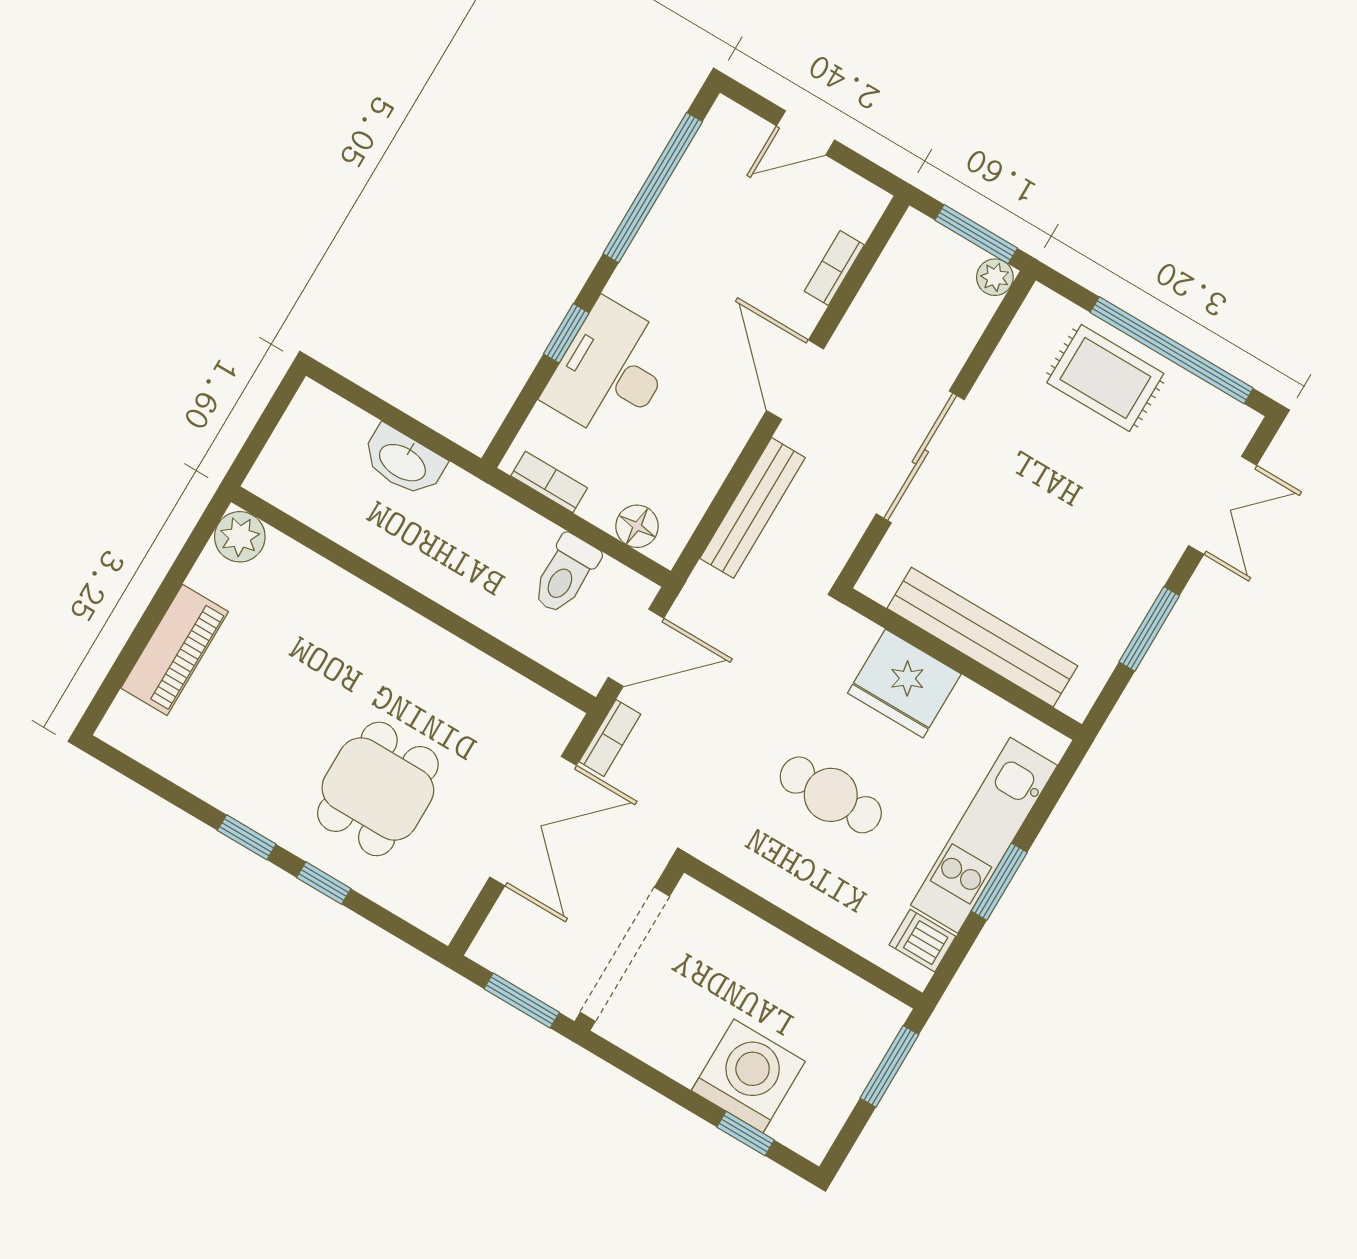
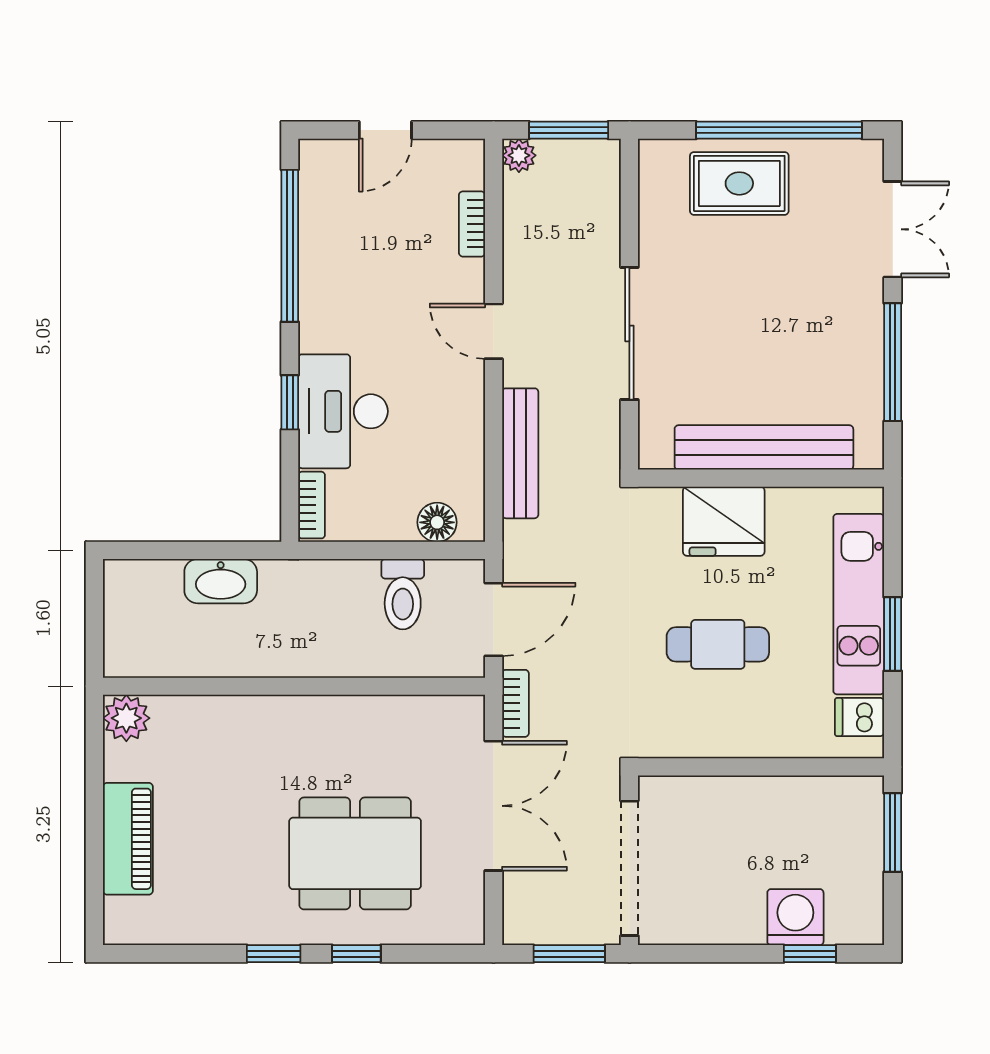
plant: (995, 277) -> (519, 155), moved
door: (795, 380) -> (494, 331), width x0.73
bookcase: (549, 482) -> (312, 505), moved, turned 90
window: (1149, 629) -> (893, 362), width x1.44
dining table: (378, 789) -> (355, 853), width x1.38
washing machine: (748, 1076) -> (795, 917), width x0.73, depth x0.73

